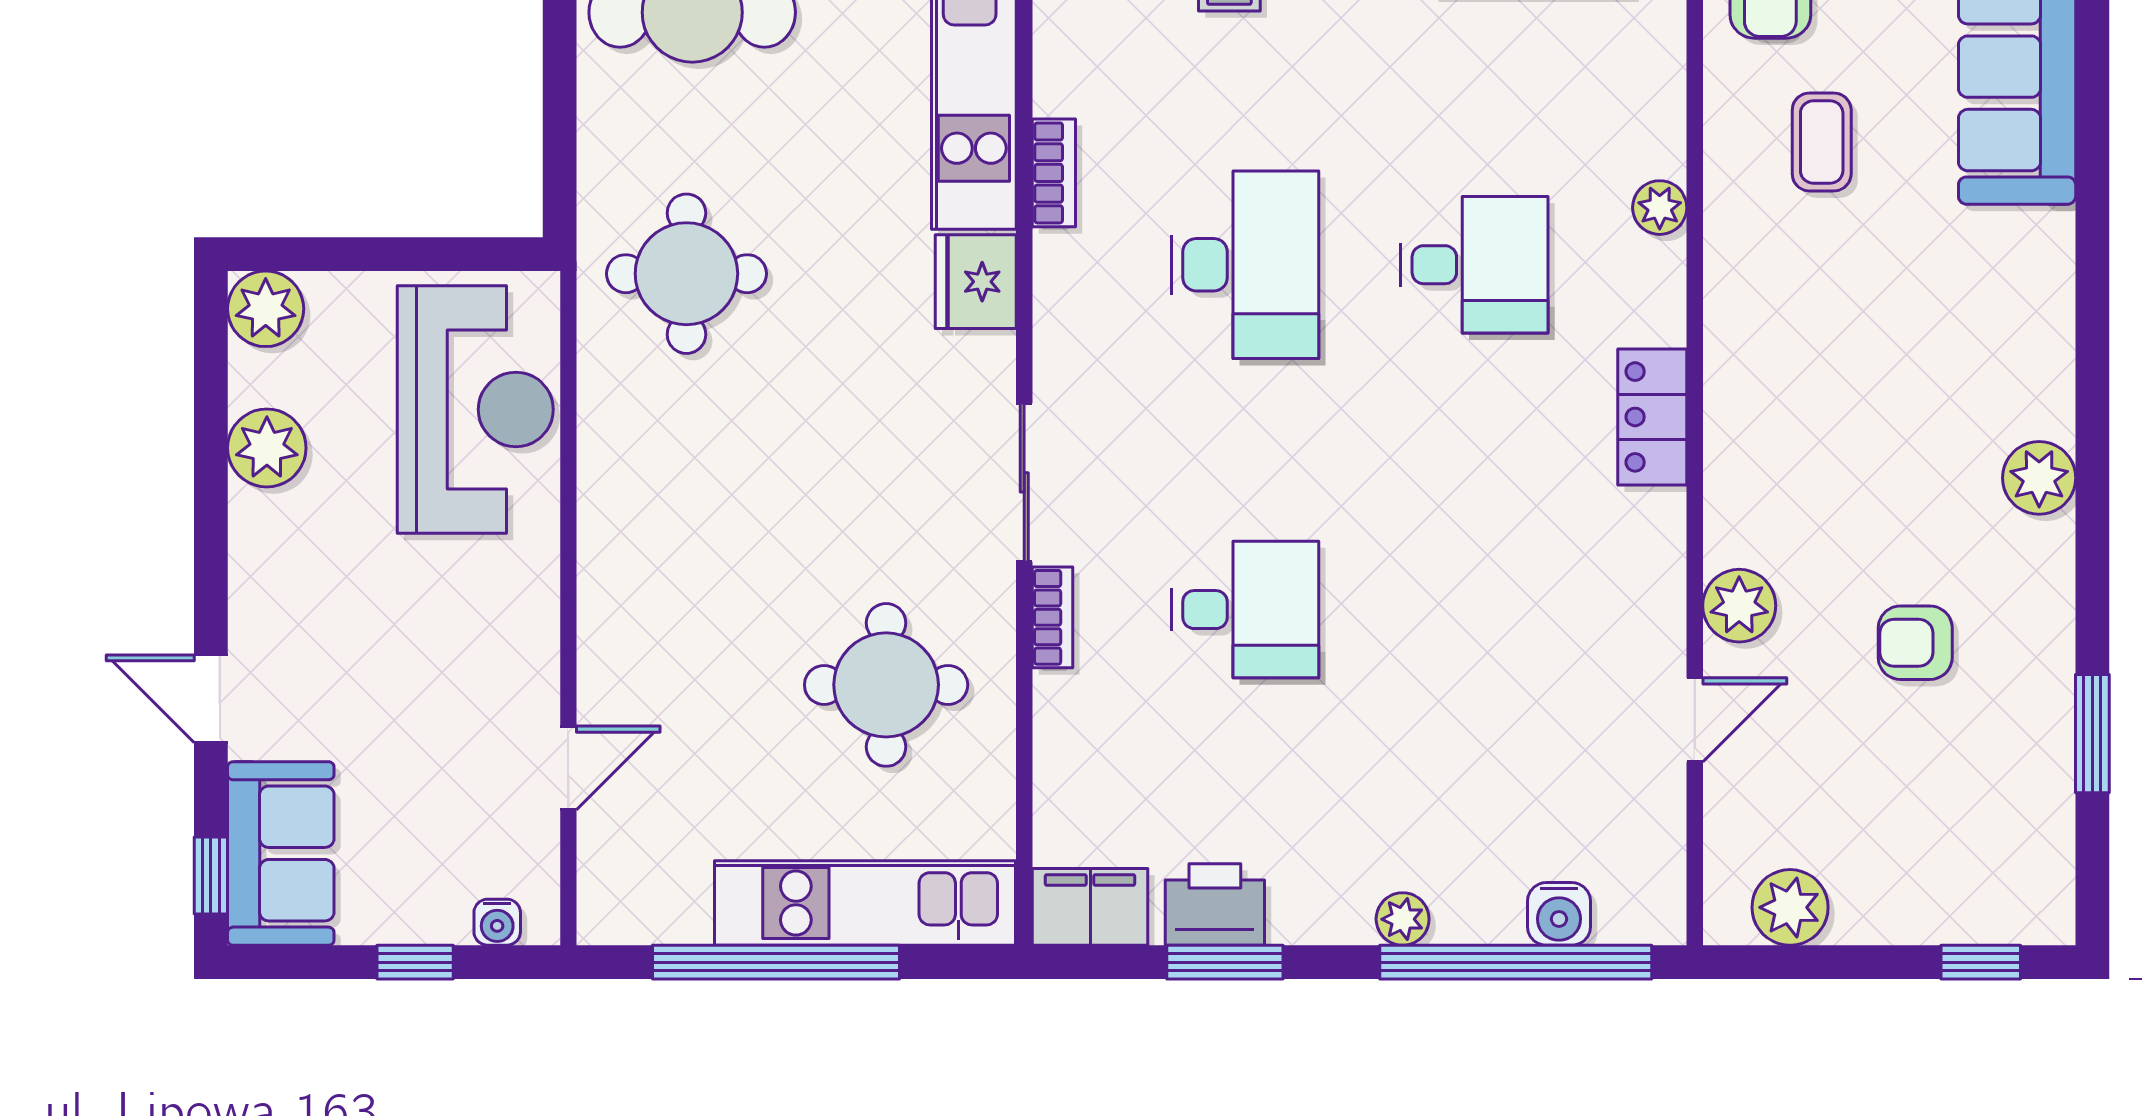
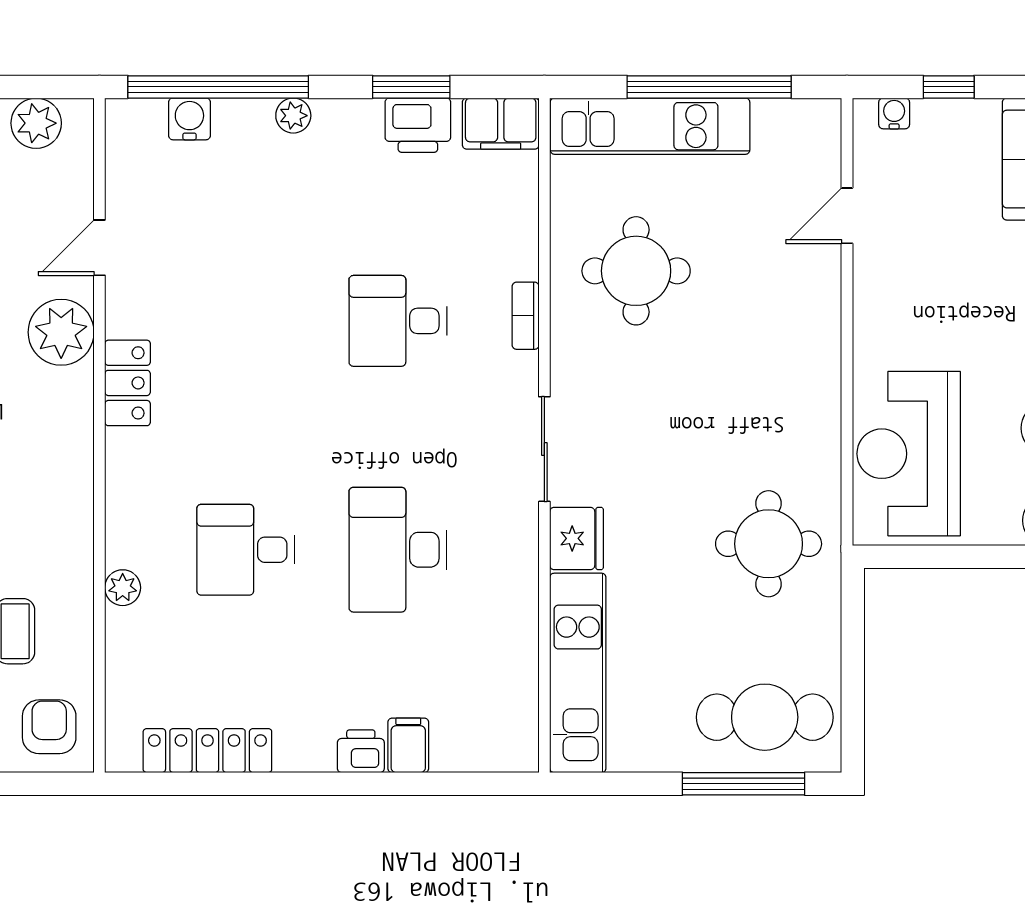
bookcase: (1054, 173) -> (525, 611), removed
locker: (1652, 417) -> (128, 383), moved
sliding door: (1024, 482) -> (544, 449), moved
plant: (1739, 606) -> (61, 332), width x1.36, depth x1.36

